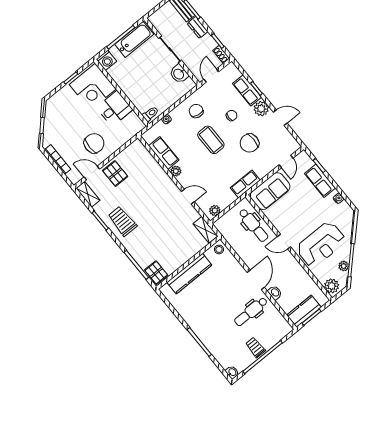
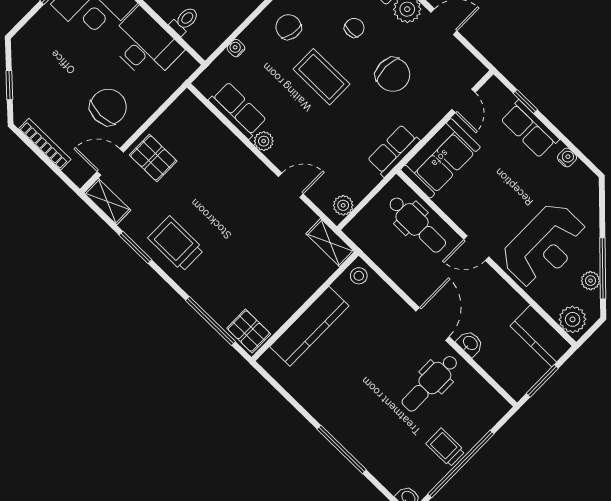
desk: (114, 109) -> (145, 45), width x1.37
toilet: (150, 114) -> (184, 21), moved
chair: (249, 143) -> (393, 75), turned -90
kitchen counter: (304, 311) -> (541, 336), moved, turned -90

